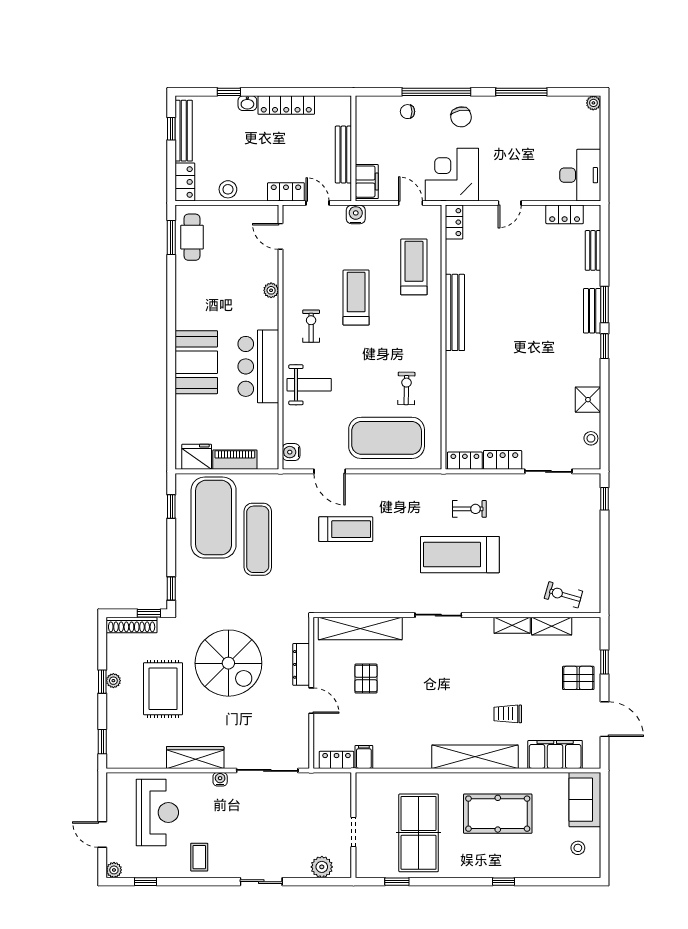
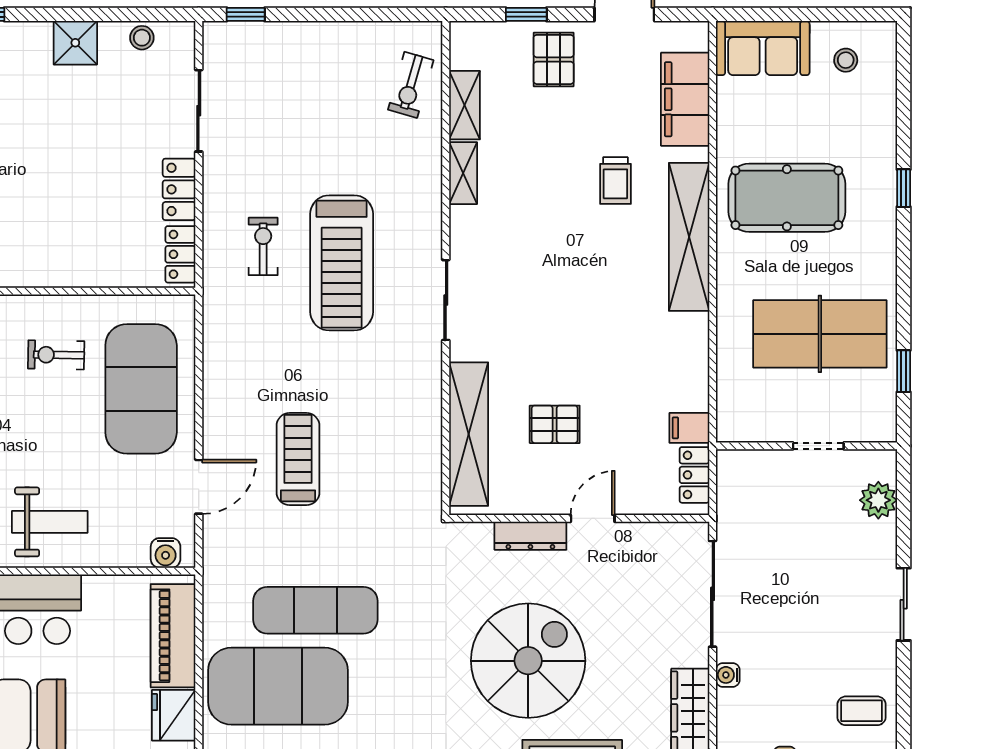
weight bench: (309, 385) -> (50, 522), turned 90
piano: (235, 460) -> (173, 636), width x1.37, depth x1.33
pool table: (498, 814) -> (787, 198), turned 90

